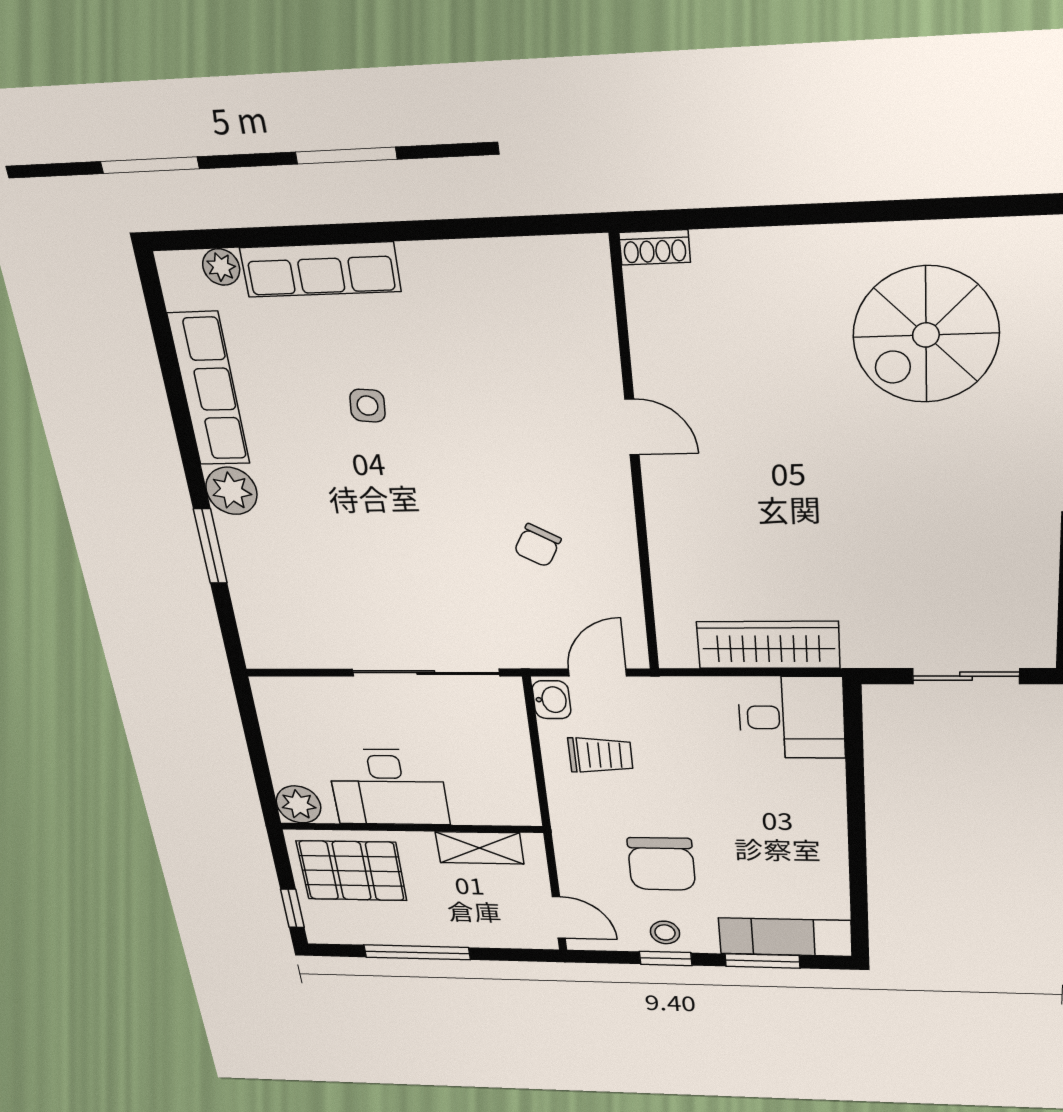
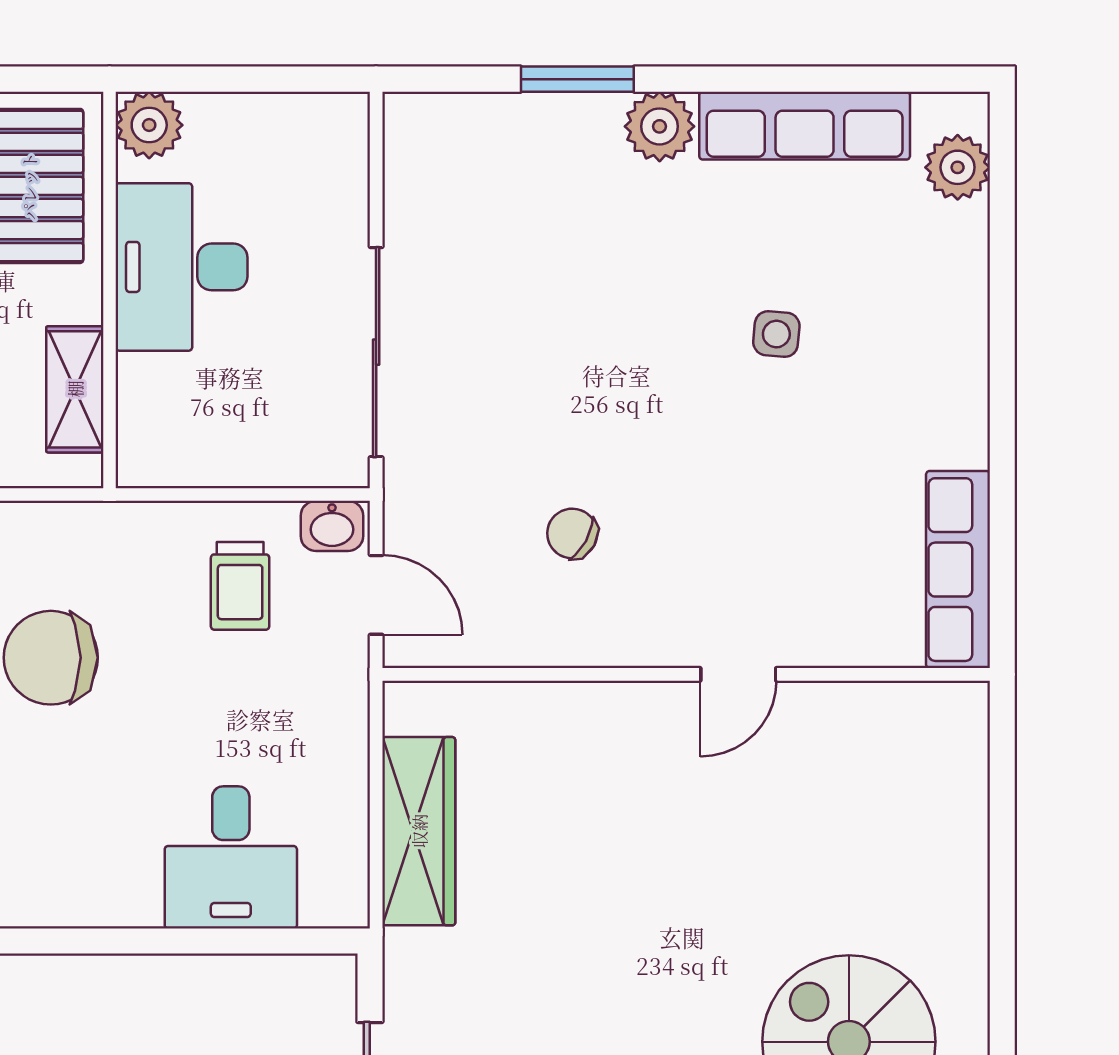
shoe rack: (655, 247) -> (970, 722), removed
plant: (221, 267) -> (958, 167), width x1.38, depth x1.38
row of seats: (320, 270) -> (958, 570), moved
desk: (792, 718) -> (231, 857), moved

